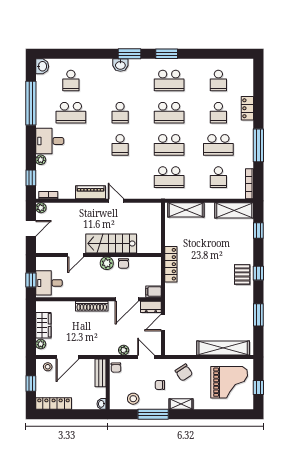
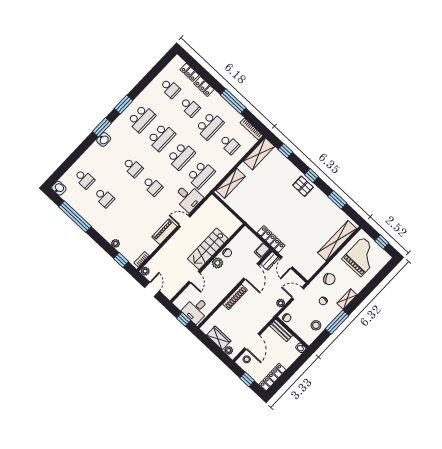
locker: (248, 84) -> (190, 72), added
school desk: (71, 113) -> (104, 198), width x0.54
desk: (50, 141) -> (188, 198), moved, turned -90
locker: (171, 264) -> (271, 239), moved

